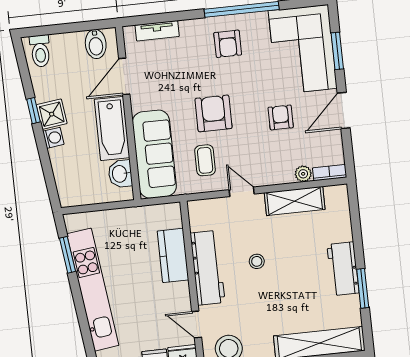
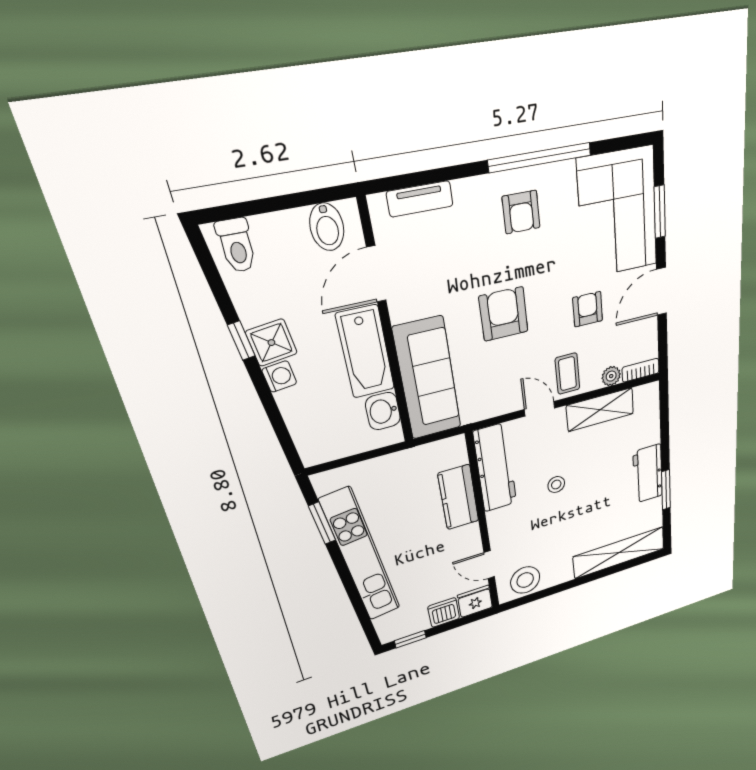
coffee table: (205, 160) -> (567, 374), moved
workbench: (207, 268) -> (495, 468), moved

